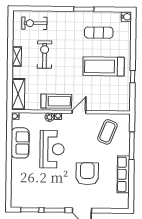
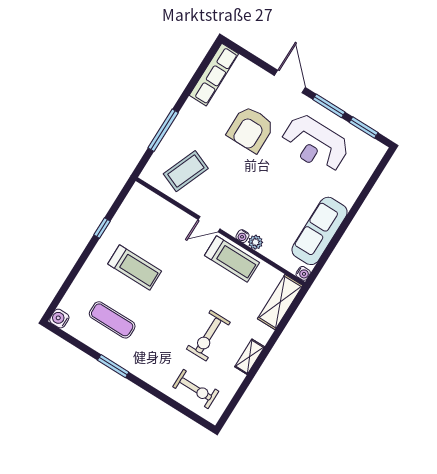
treadmill: (104, 66) -> (135, 268), width x0.73, depth x0.73
treadmill: (56, 101) -> (232, 259), turned 180
sofa: (20, 143) -> (320, 231), width x1.36
reception desk: (52, 149) -> (315, 144), moved, turned -90
row of seats: (123, 174) -> (214, 75), moved

